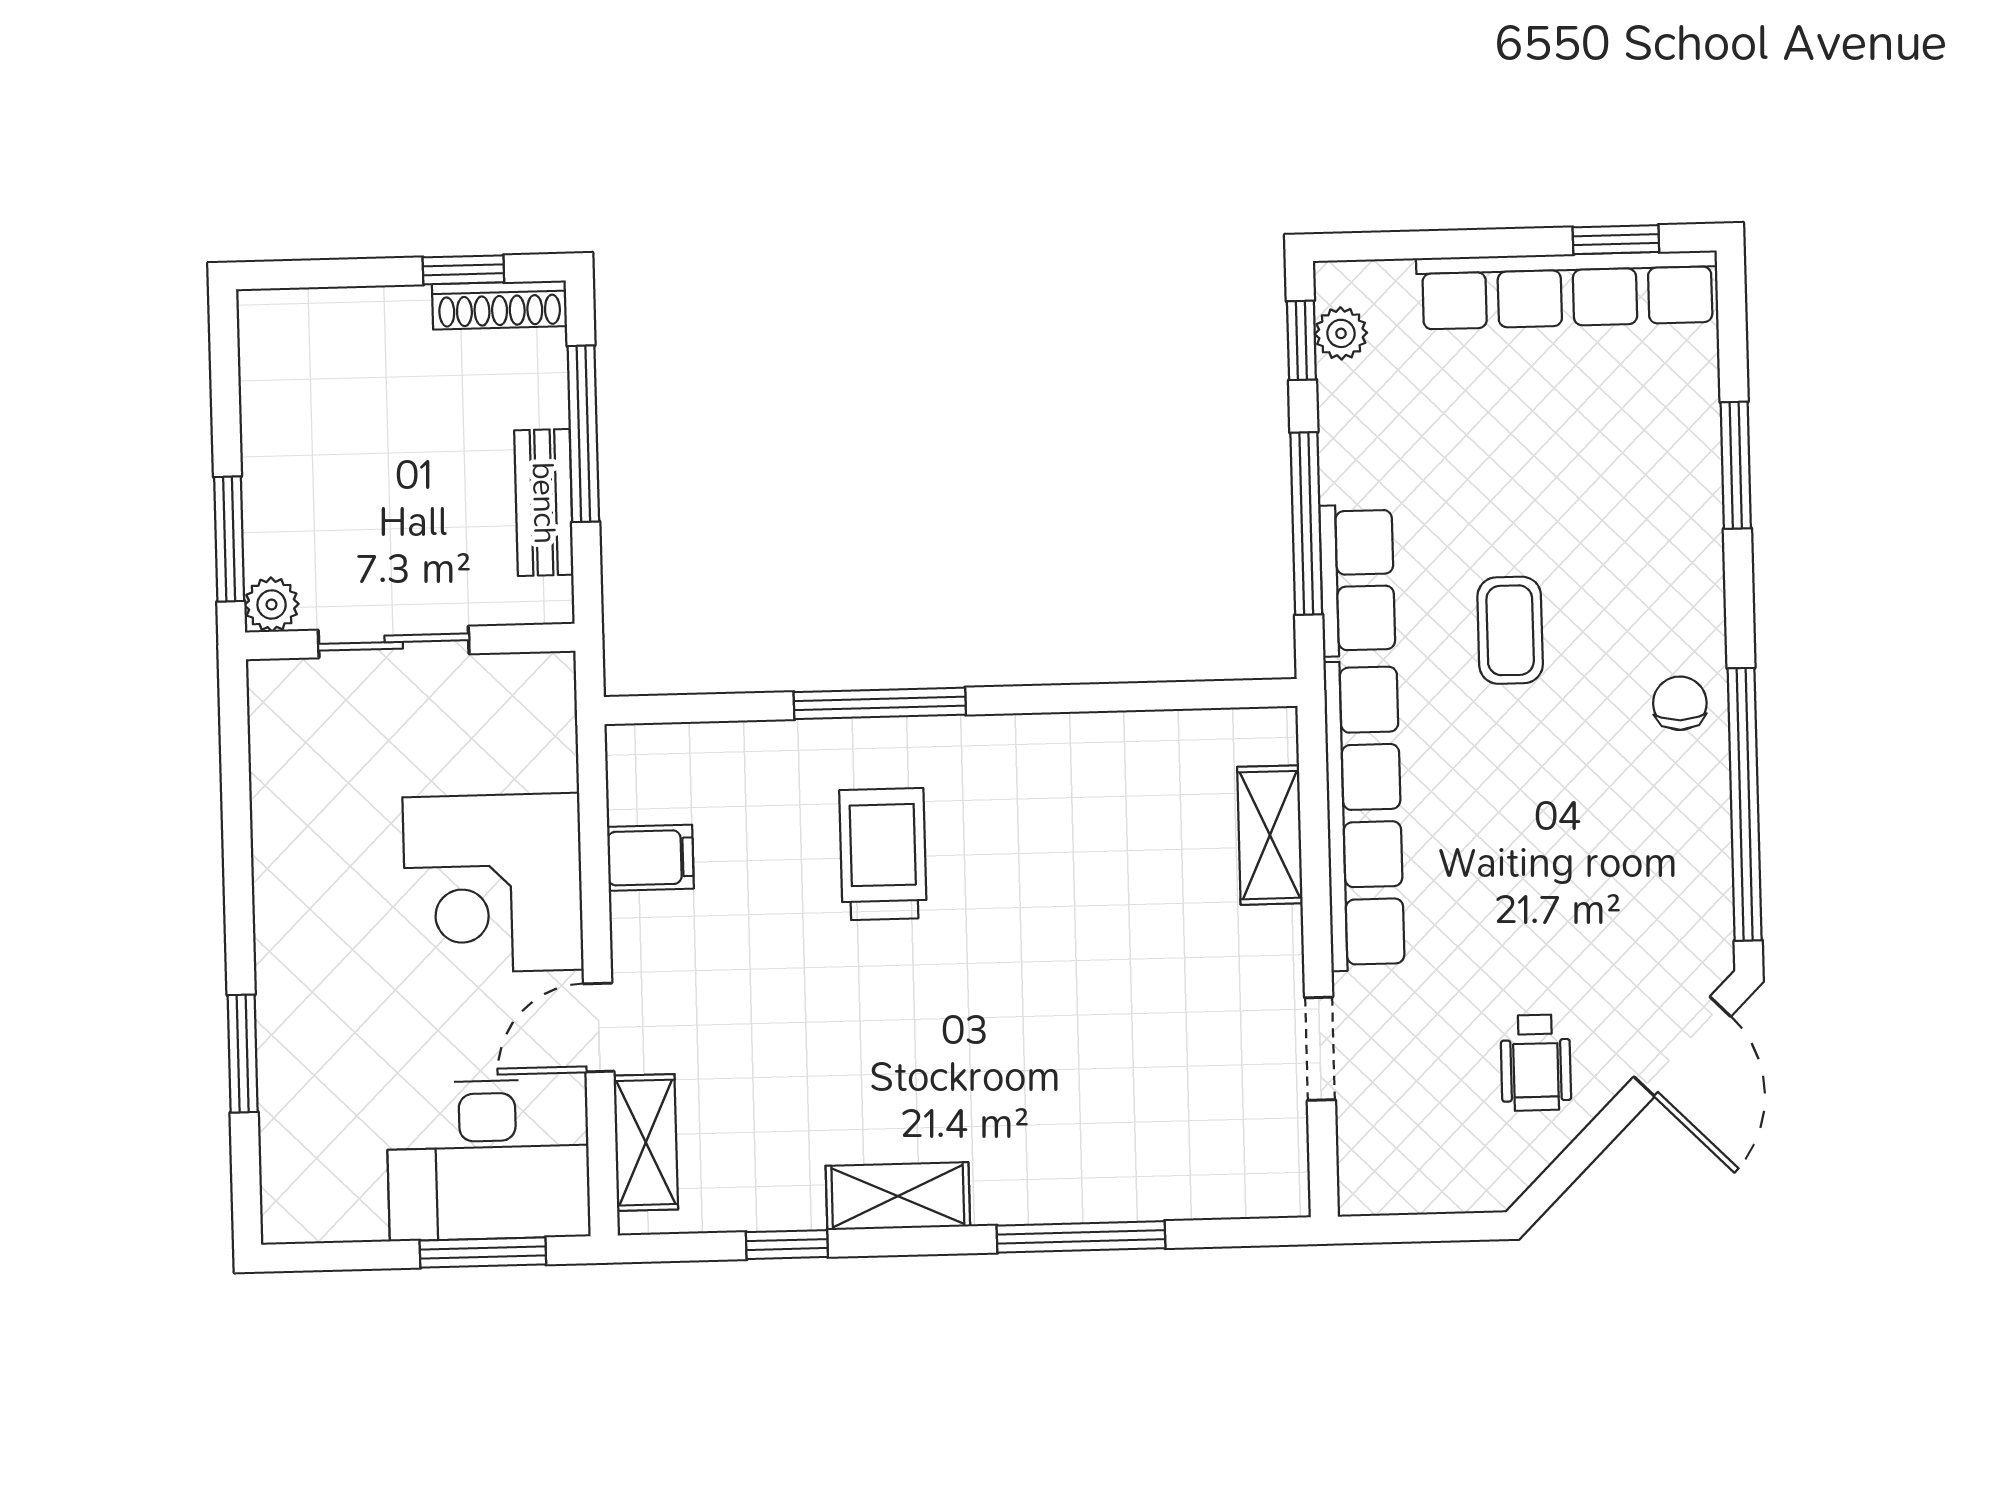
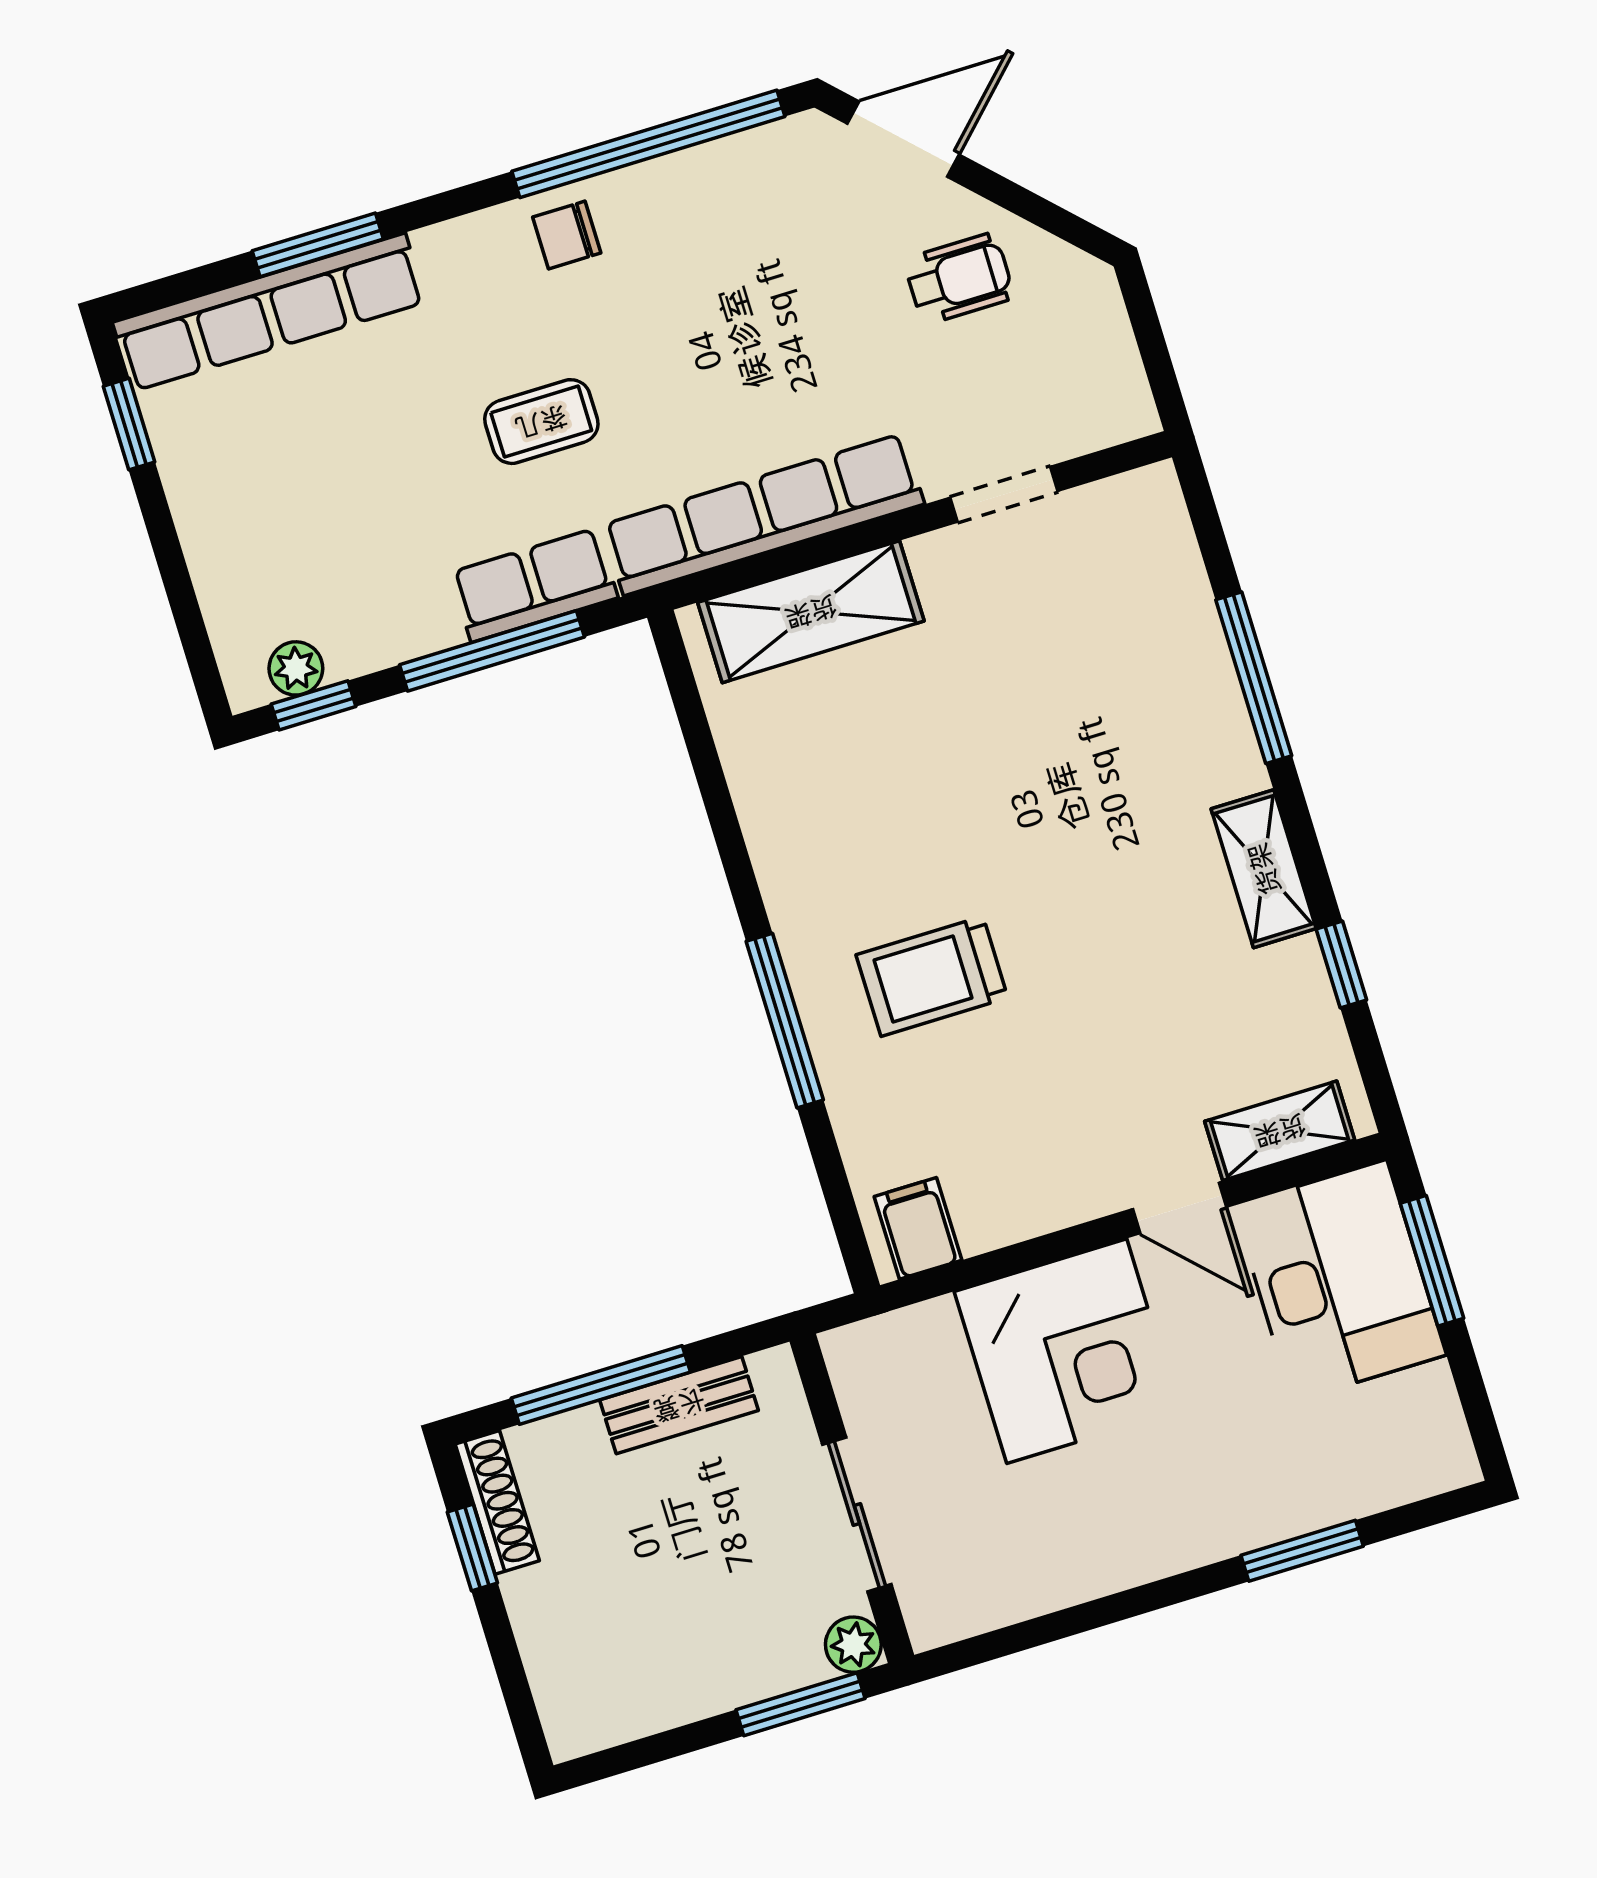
row of seats: (1567, 290) -> (269, 312), moved, turned 90
shelving: (1270, 835) -> (811, 612), width x1.50, depth x1.33
filing cabinet: (650, 858) -> (918, 1228), moved

